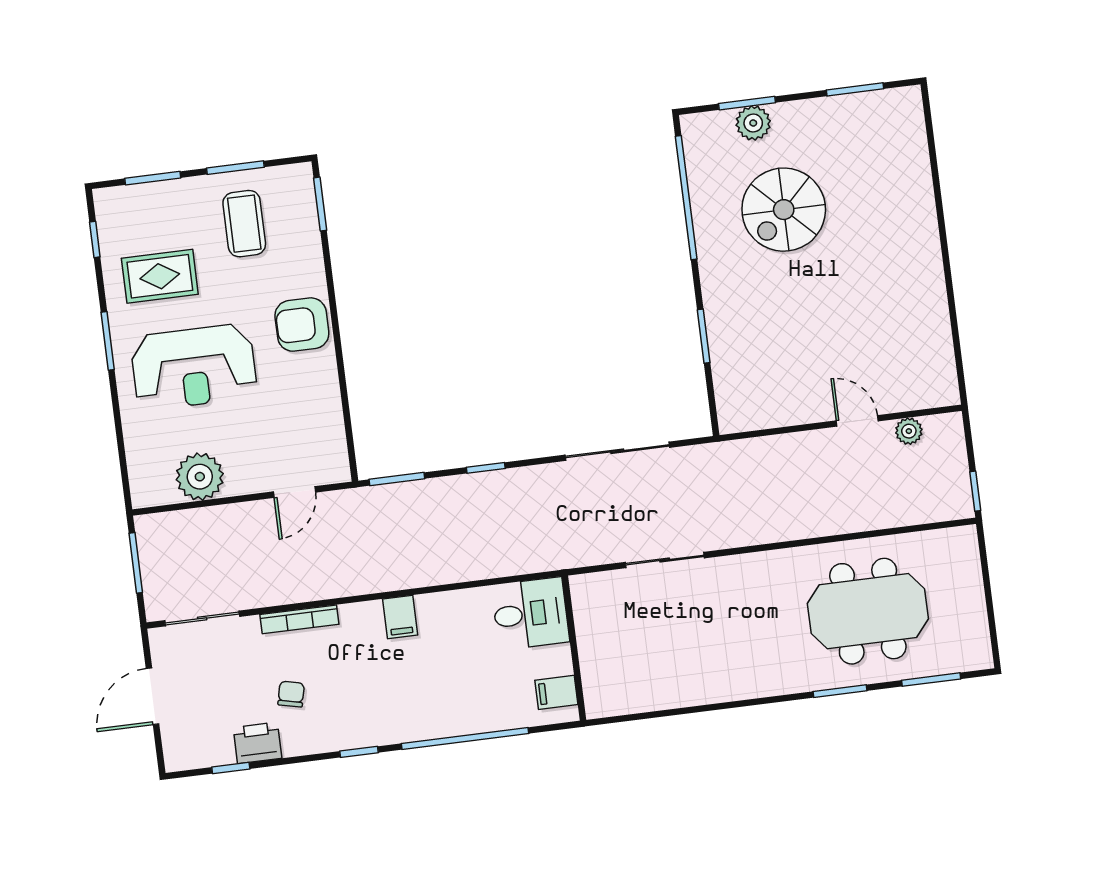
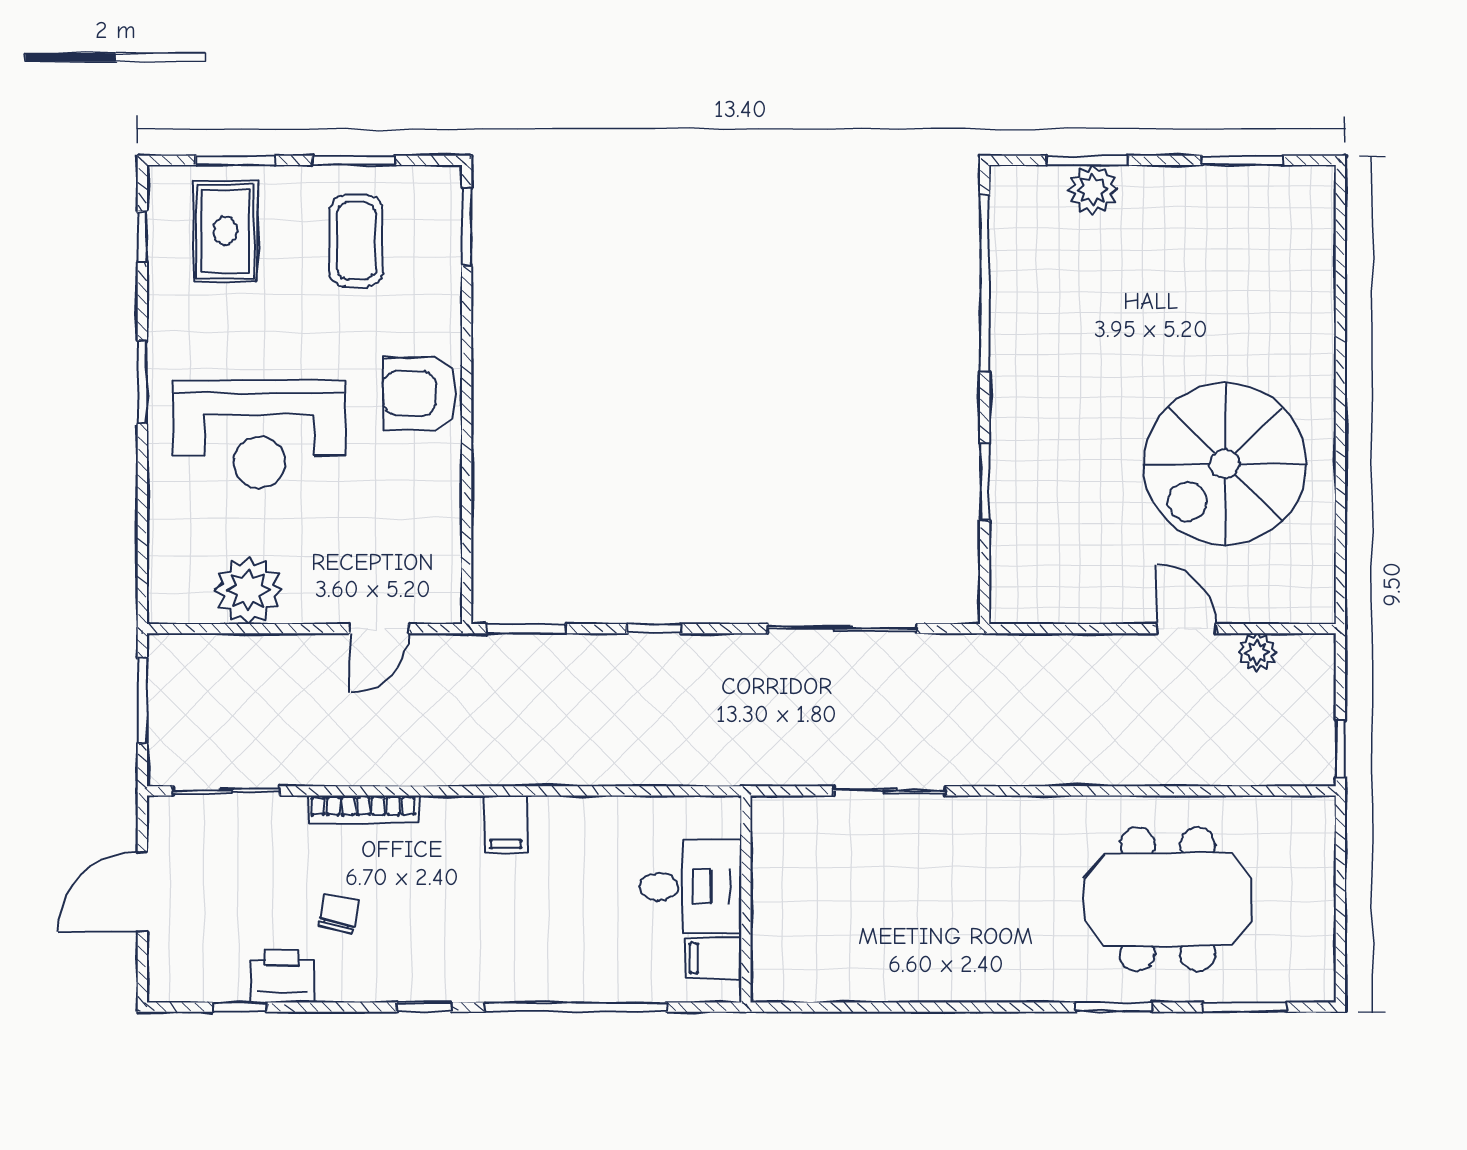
spiral stairs: (784, 210) -> (1225, 464), moved, width x1.37, depth x1.37
rug: (160, 276) -> (225, 231), moved, turned 90
desk: (530, 614) -> (691, 886), moved

